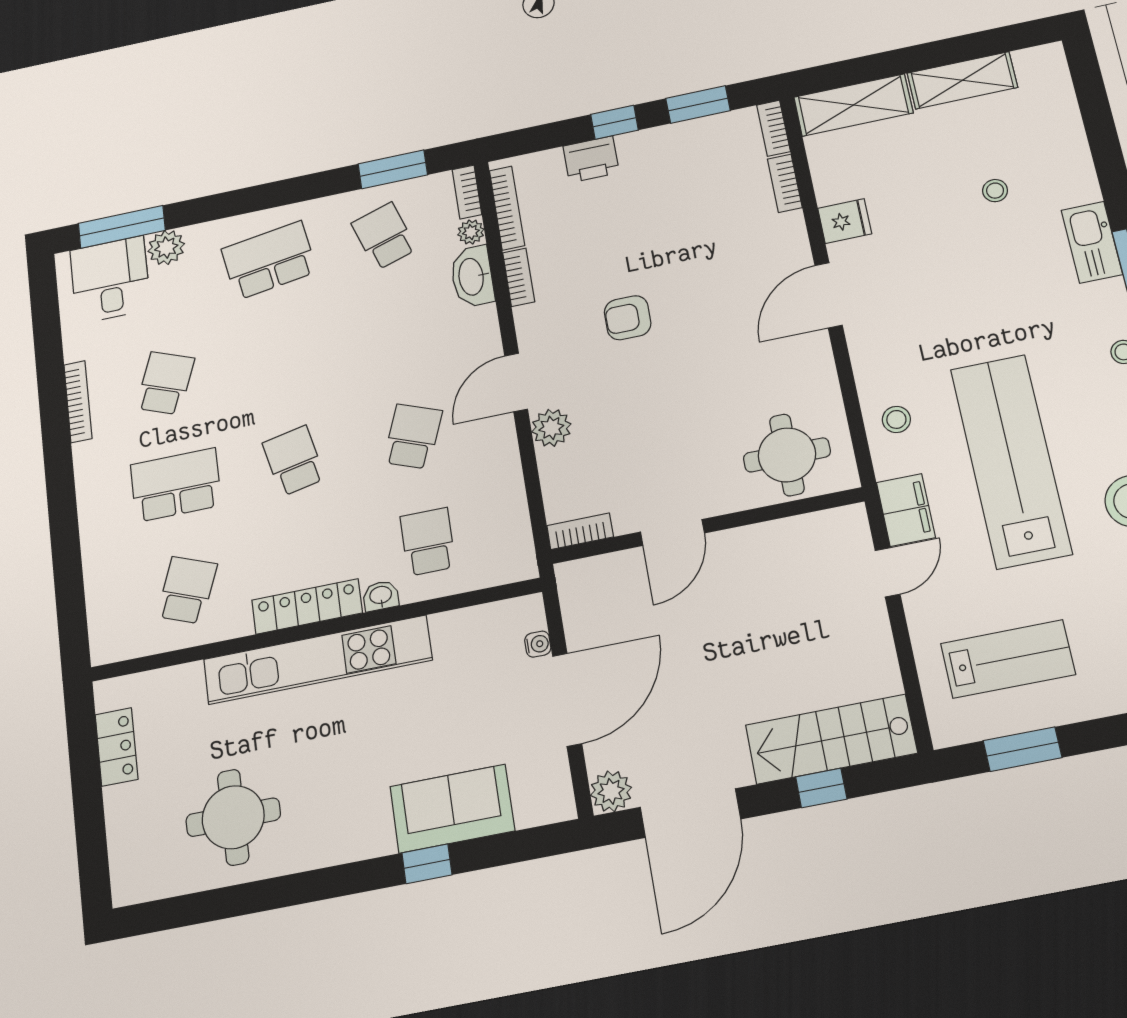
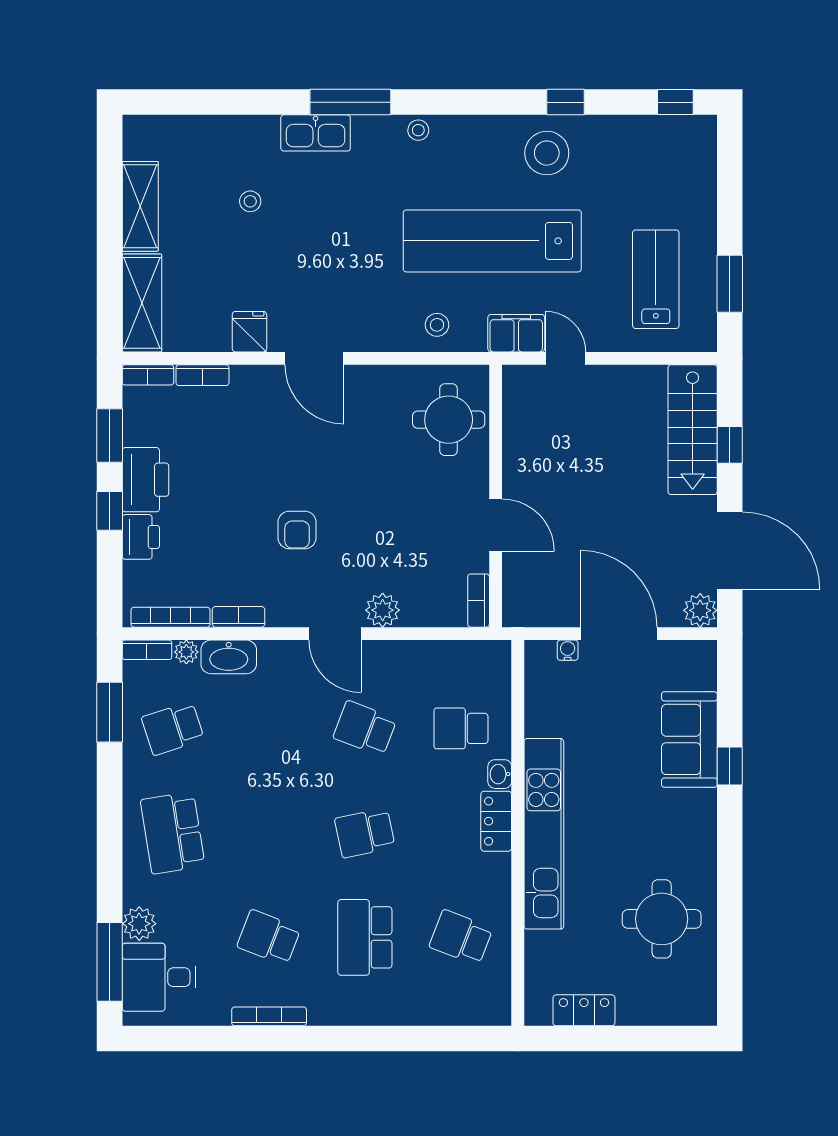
printer: (656, 150) -> (145, 480), added
locker: (307, 606) -> (496, 821), width x0.66

